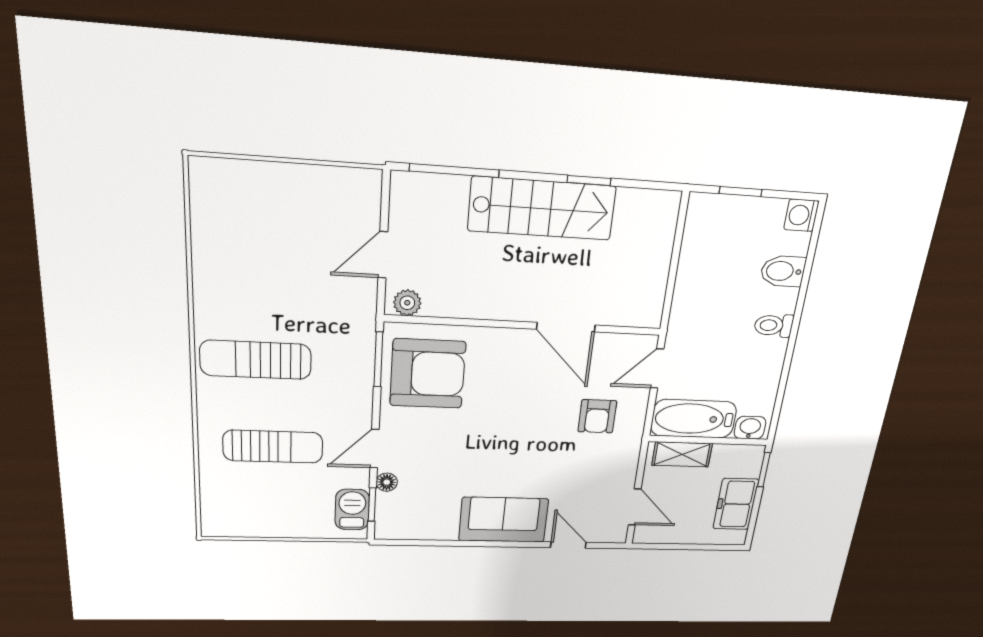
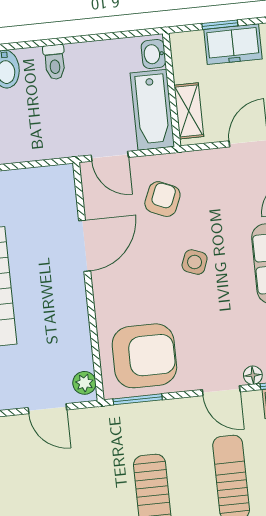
armchair: (428, 374) -> (144, 356), turned 90
armchair: (597, 416) -> (162, 199), turned -67
side table: (522, 440) -> (195, 262), added
window: (764, 470) -> (220, 25), moved

